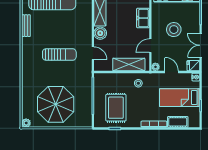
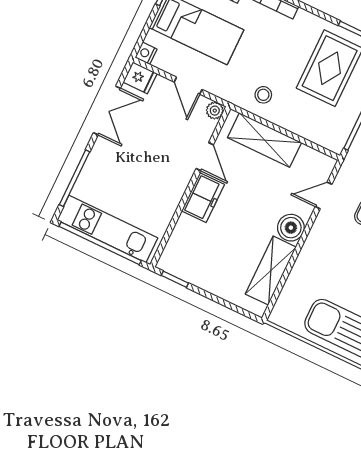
freezer: (143, 18) -> (203, 198), moved
stool: (174, 30) -> (144, 166), removed
door: (150, 46) -> (205, 157), hinge flipped
door: (93, 53) -> (324, 195), hinge flipped

